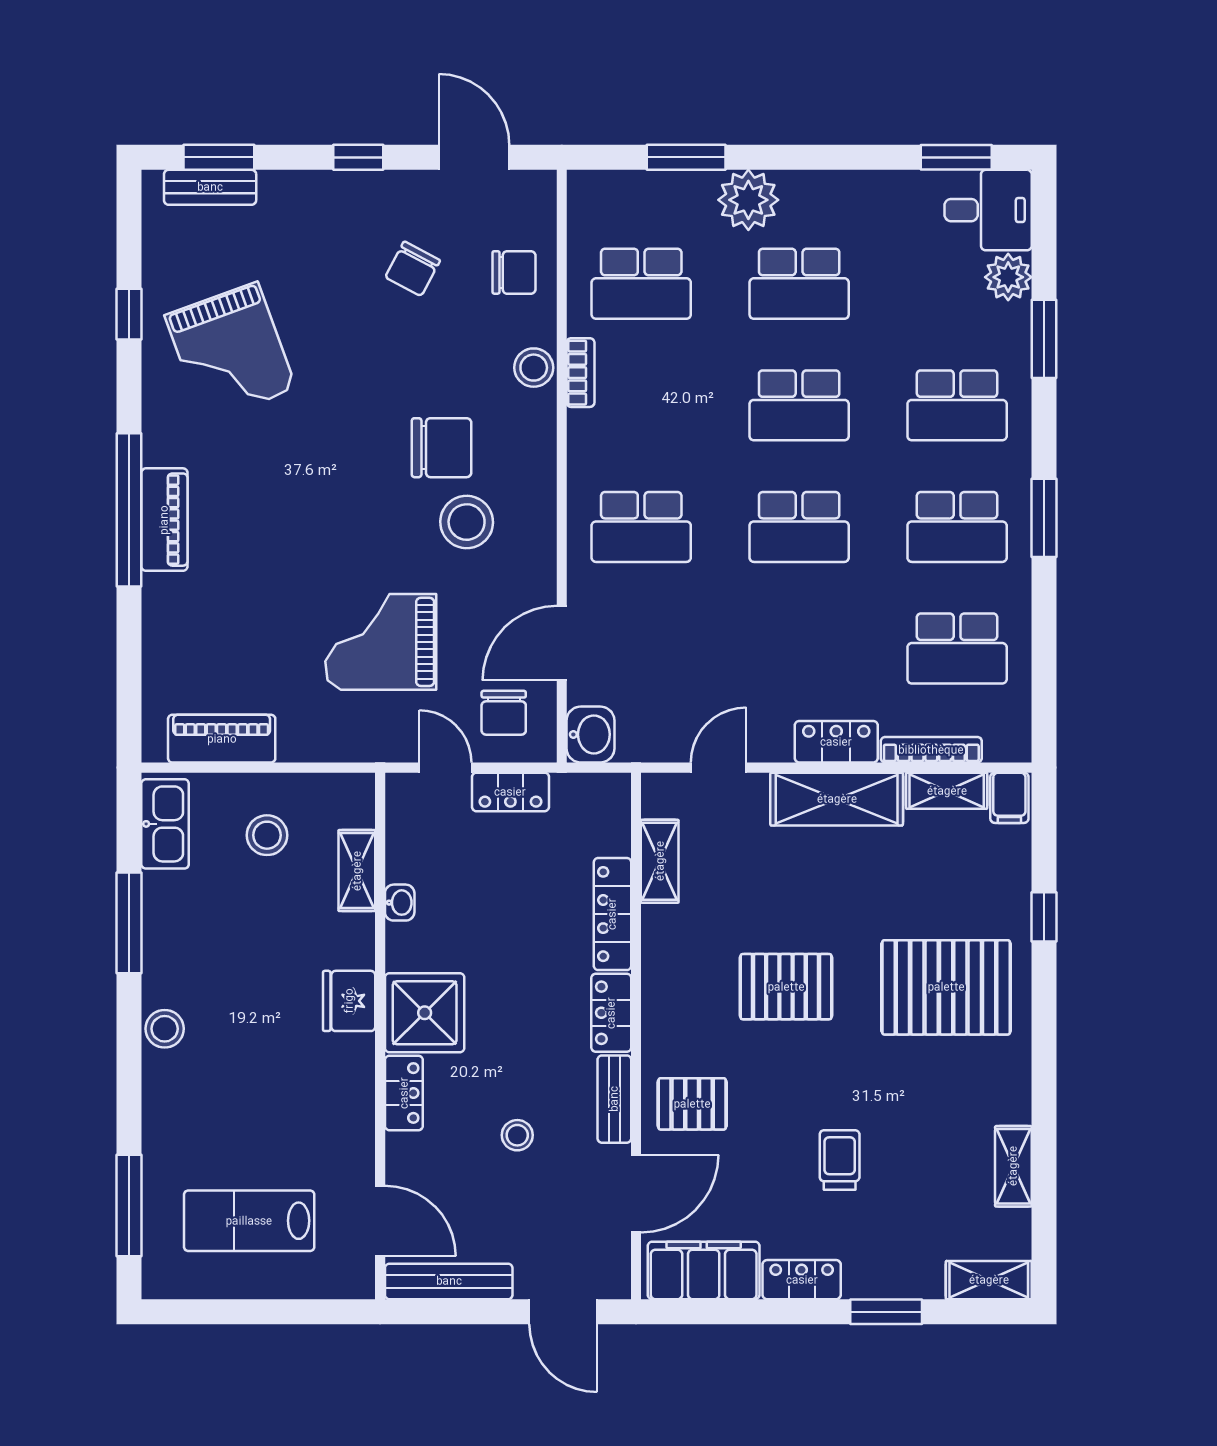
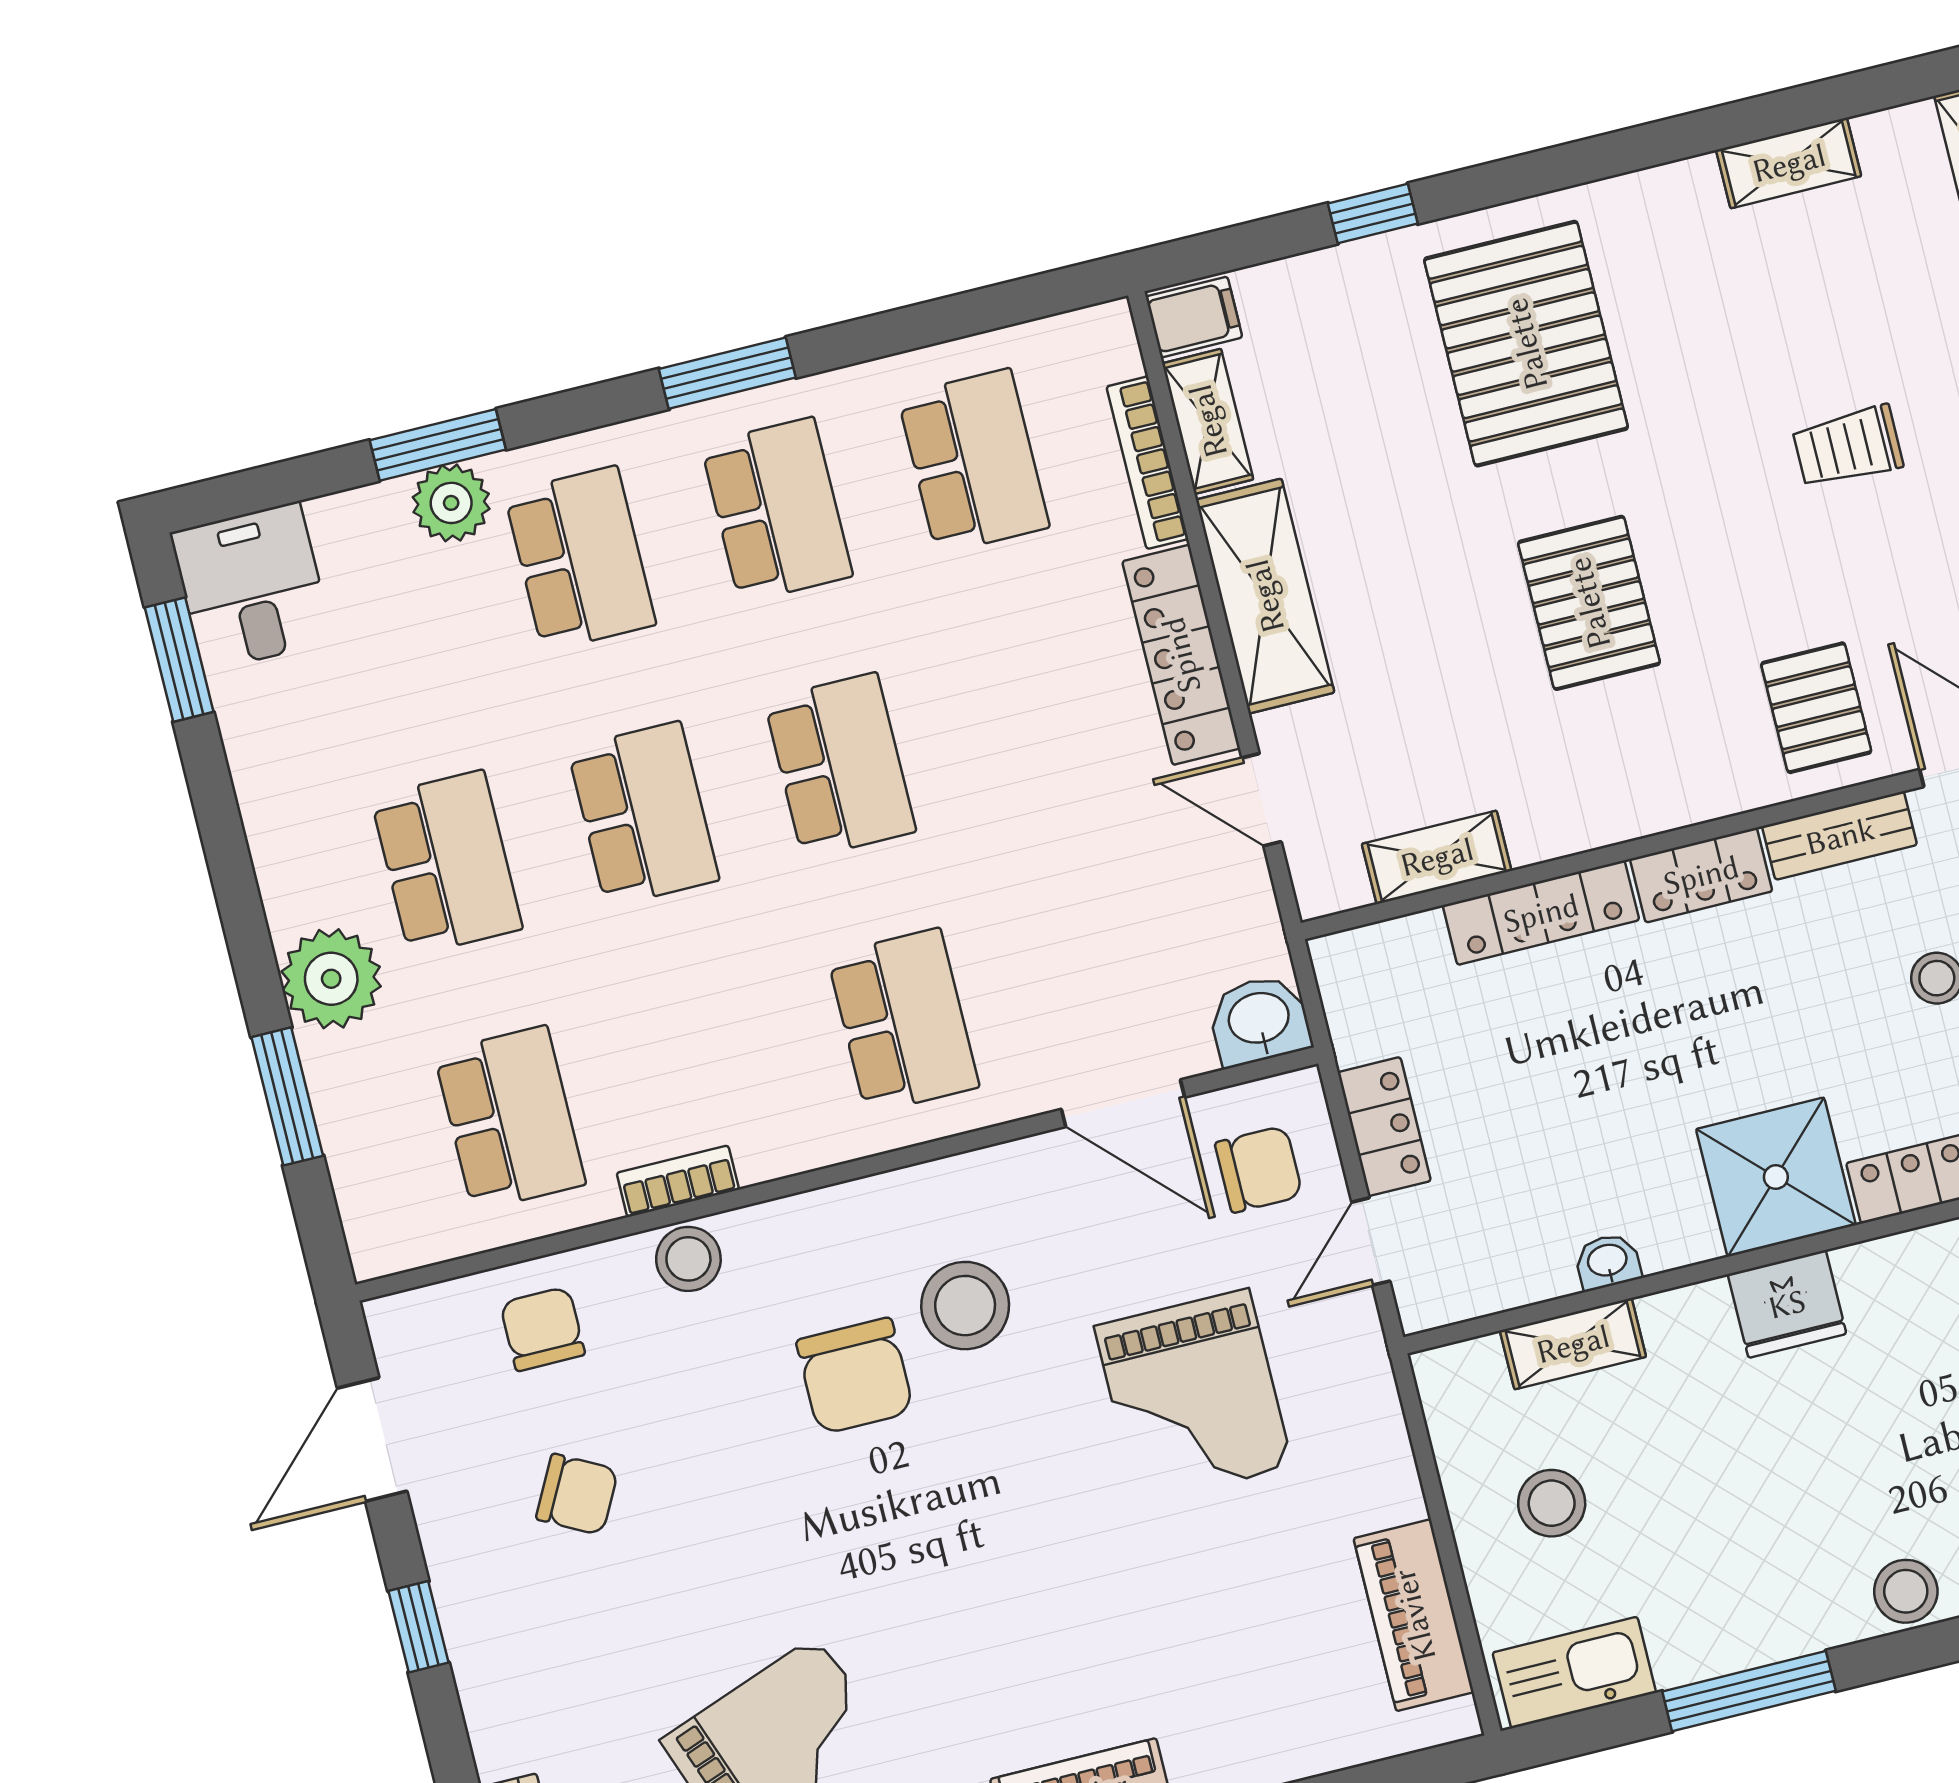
plant: (1008, 277) -> (451, 503), moved
chair: (441, 448) -> (855, 1376), turned 180
locker: (836, 742) -> (1181, 655), width x1.53

